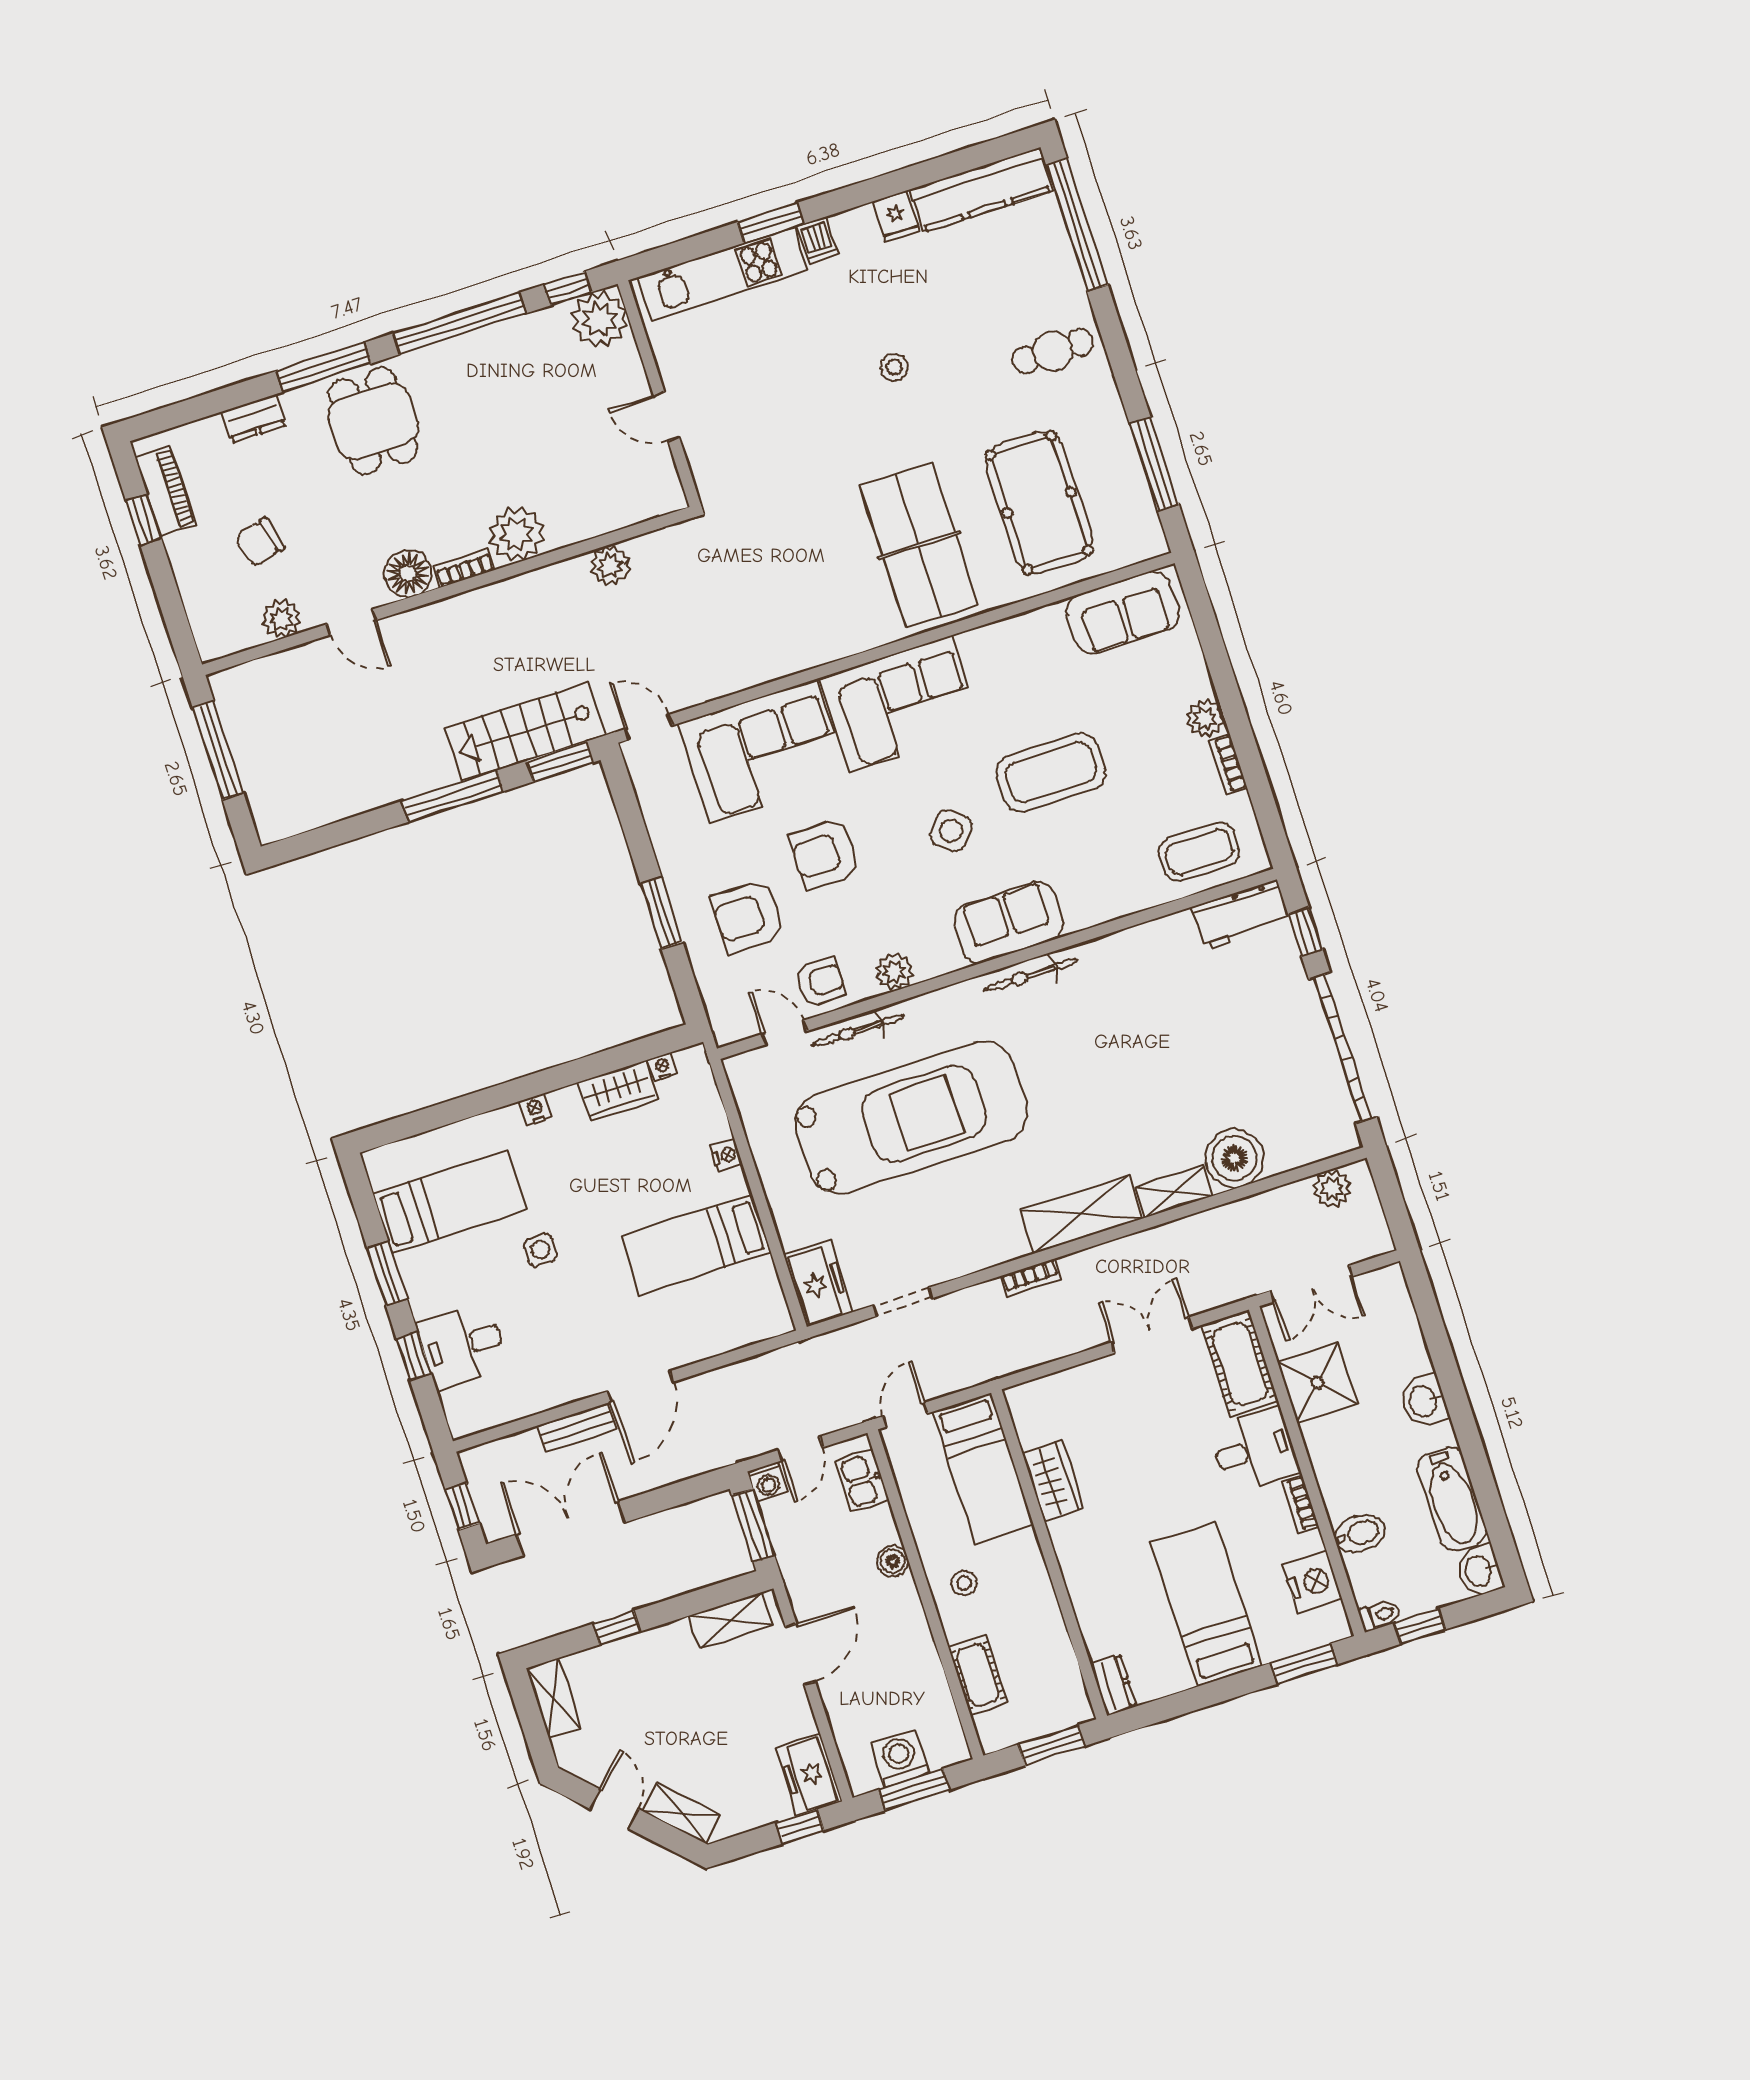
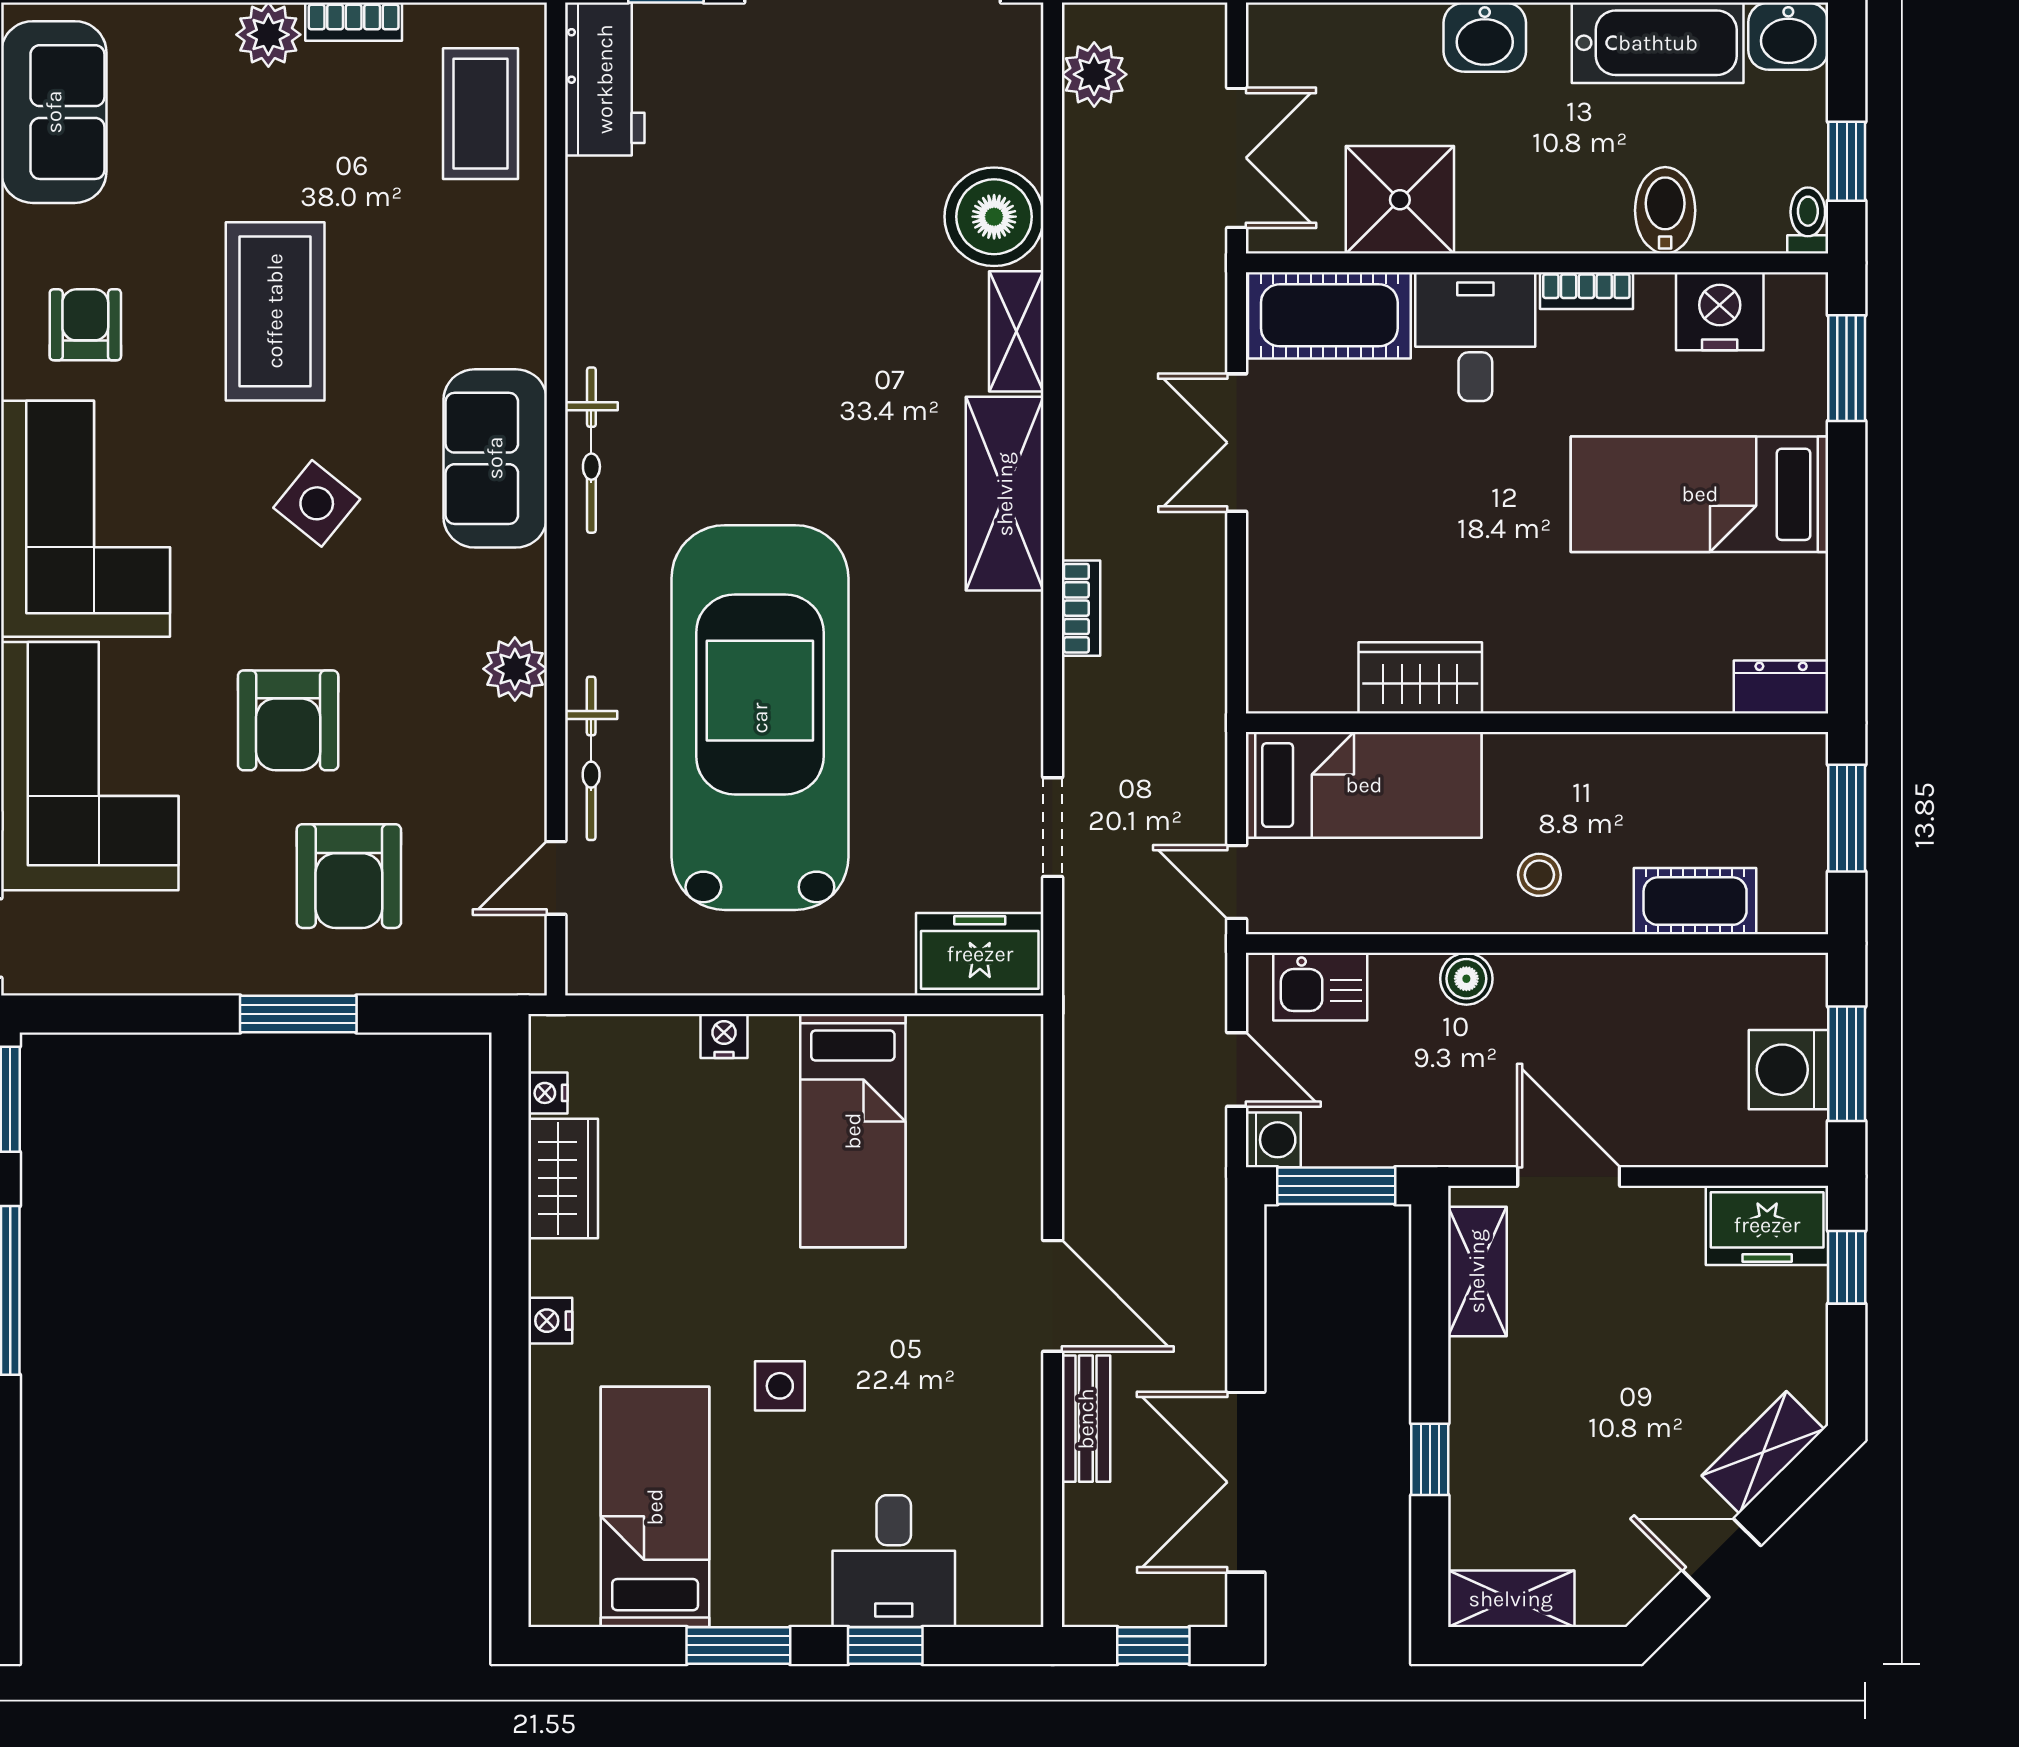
armchair: (820, 982) -> (85, 325), moved

